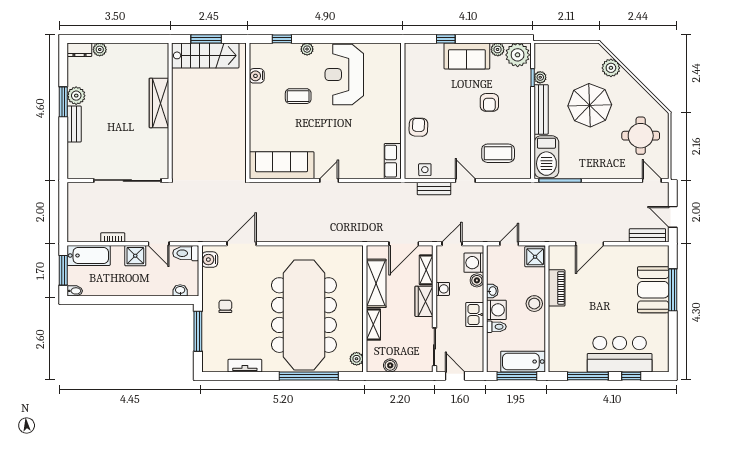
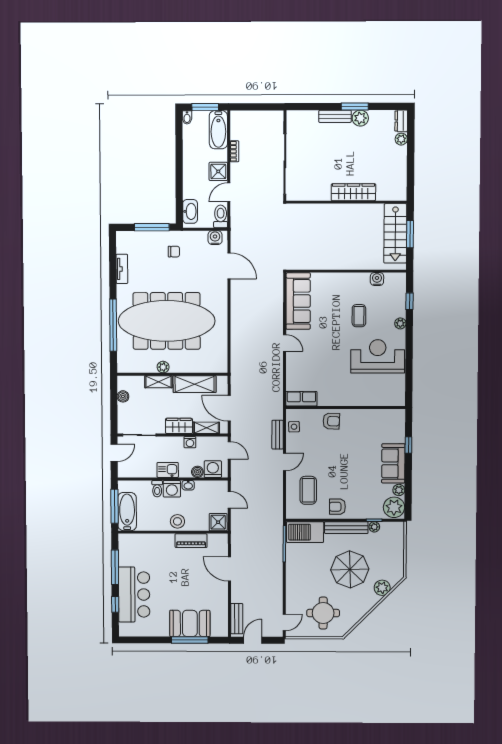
armchair: (489, 102) -> (337, 507), moved
washbasin: (180, 290) -> (190, 211), width x1.91, depth x1.45
plant: (357, 359) -> (163, 367), moved

